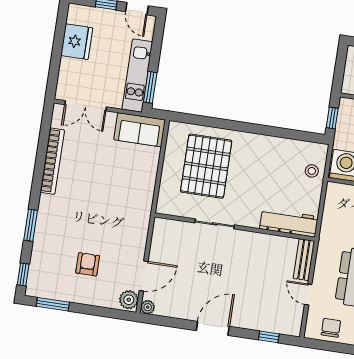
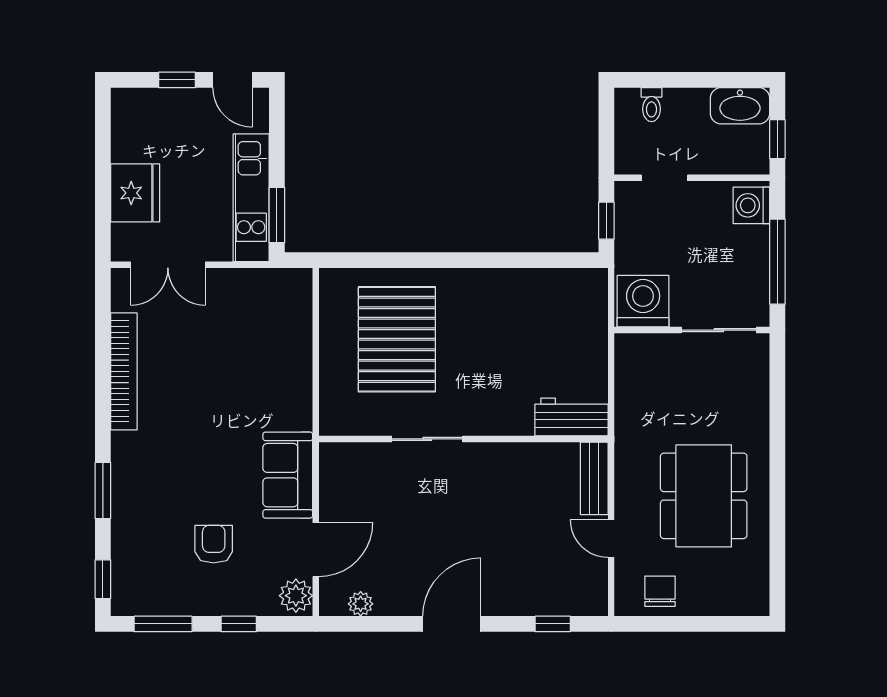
fridge: (77, 42) -> (135, 193), moved
sofa: (140, 130) -> (288, 475), moved, turned 90
stool: (312, 171) -> (584, 320), removed
workbench: (289, 223) -> (572, 417), width x0.73
plant: (148, 307) -> (361, 604), moved
window: (95, 311) -> (239, 624), added

